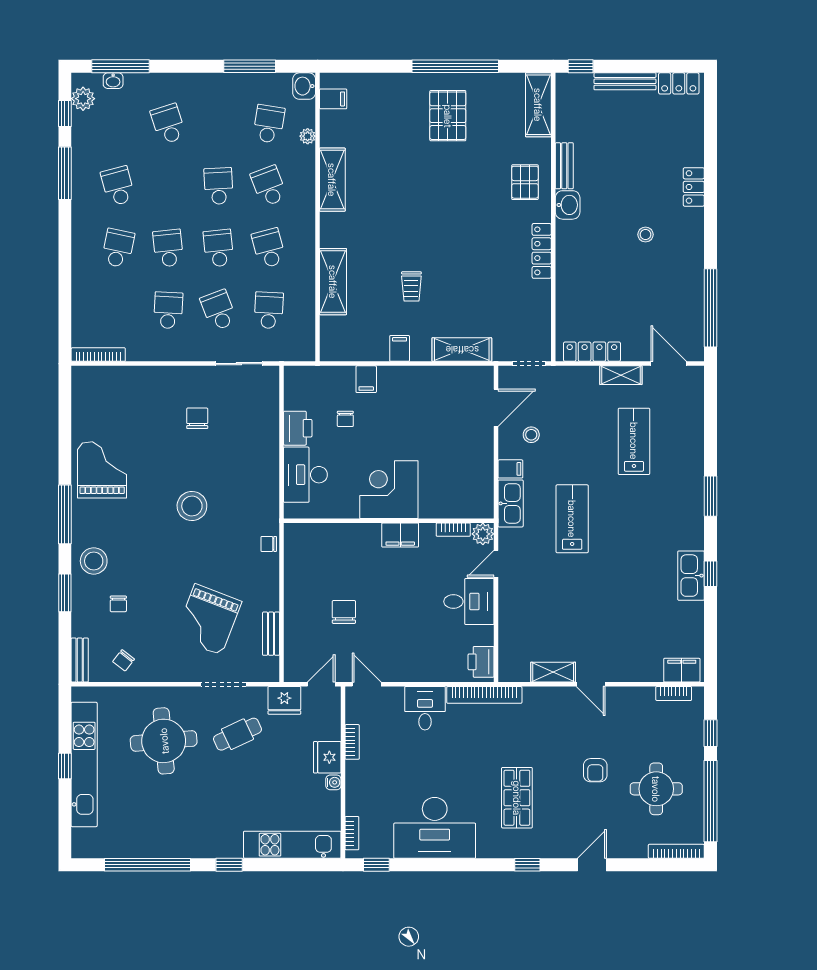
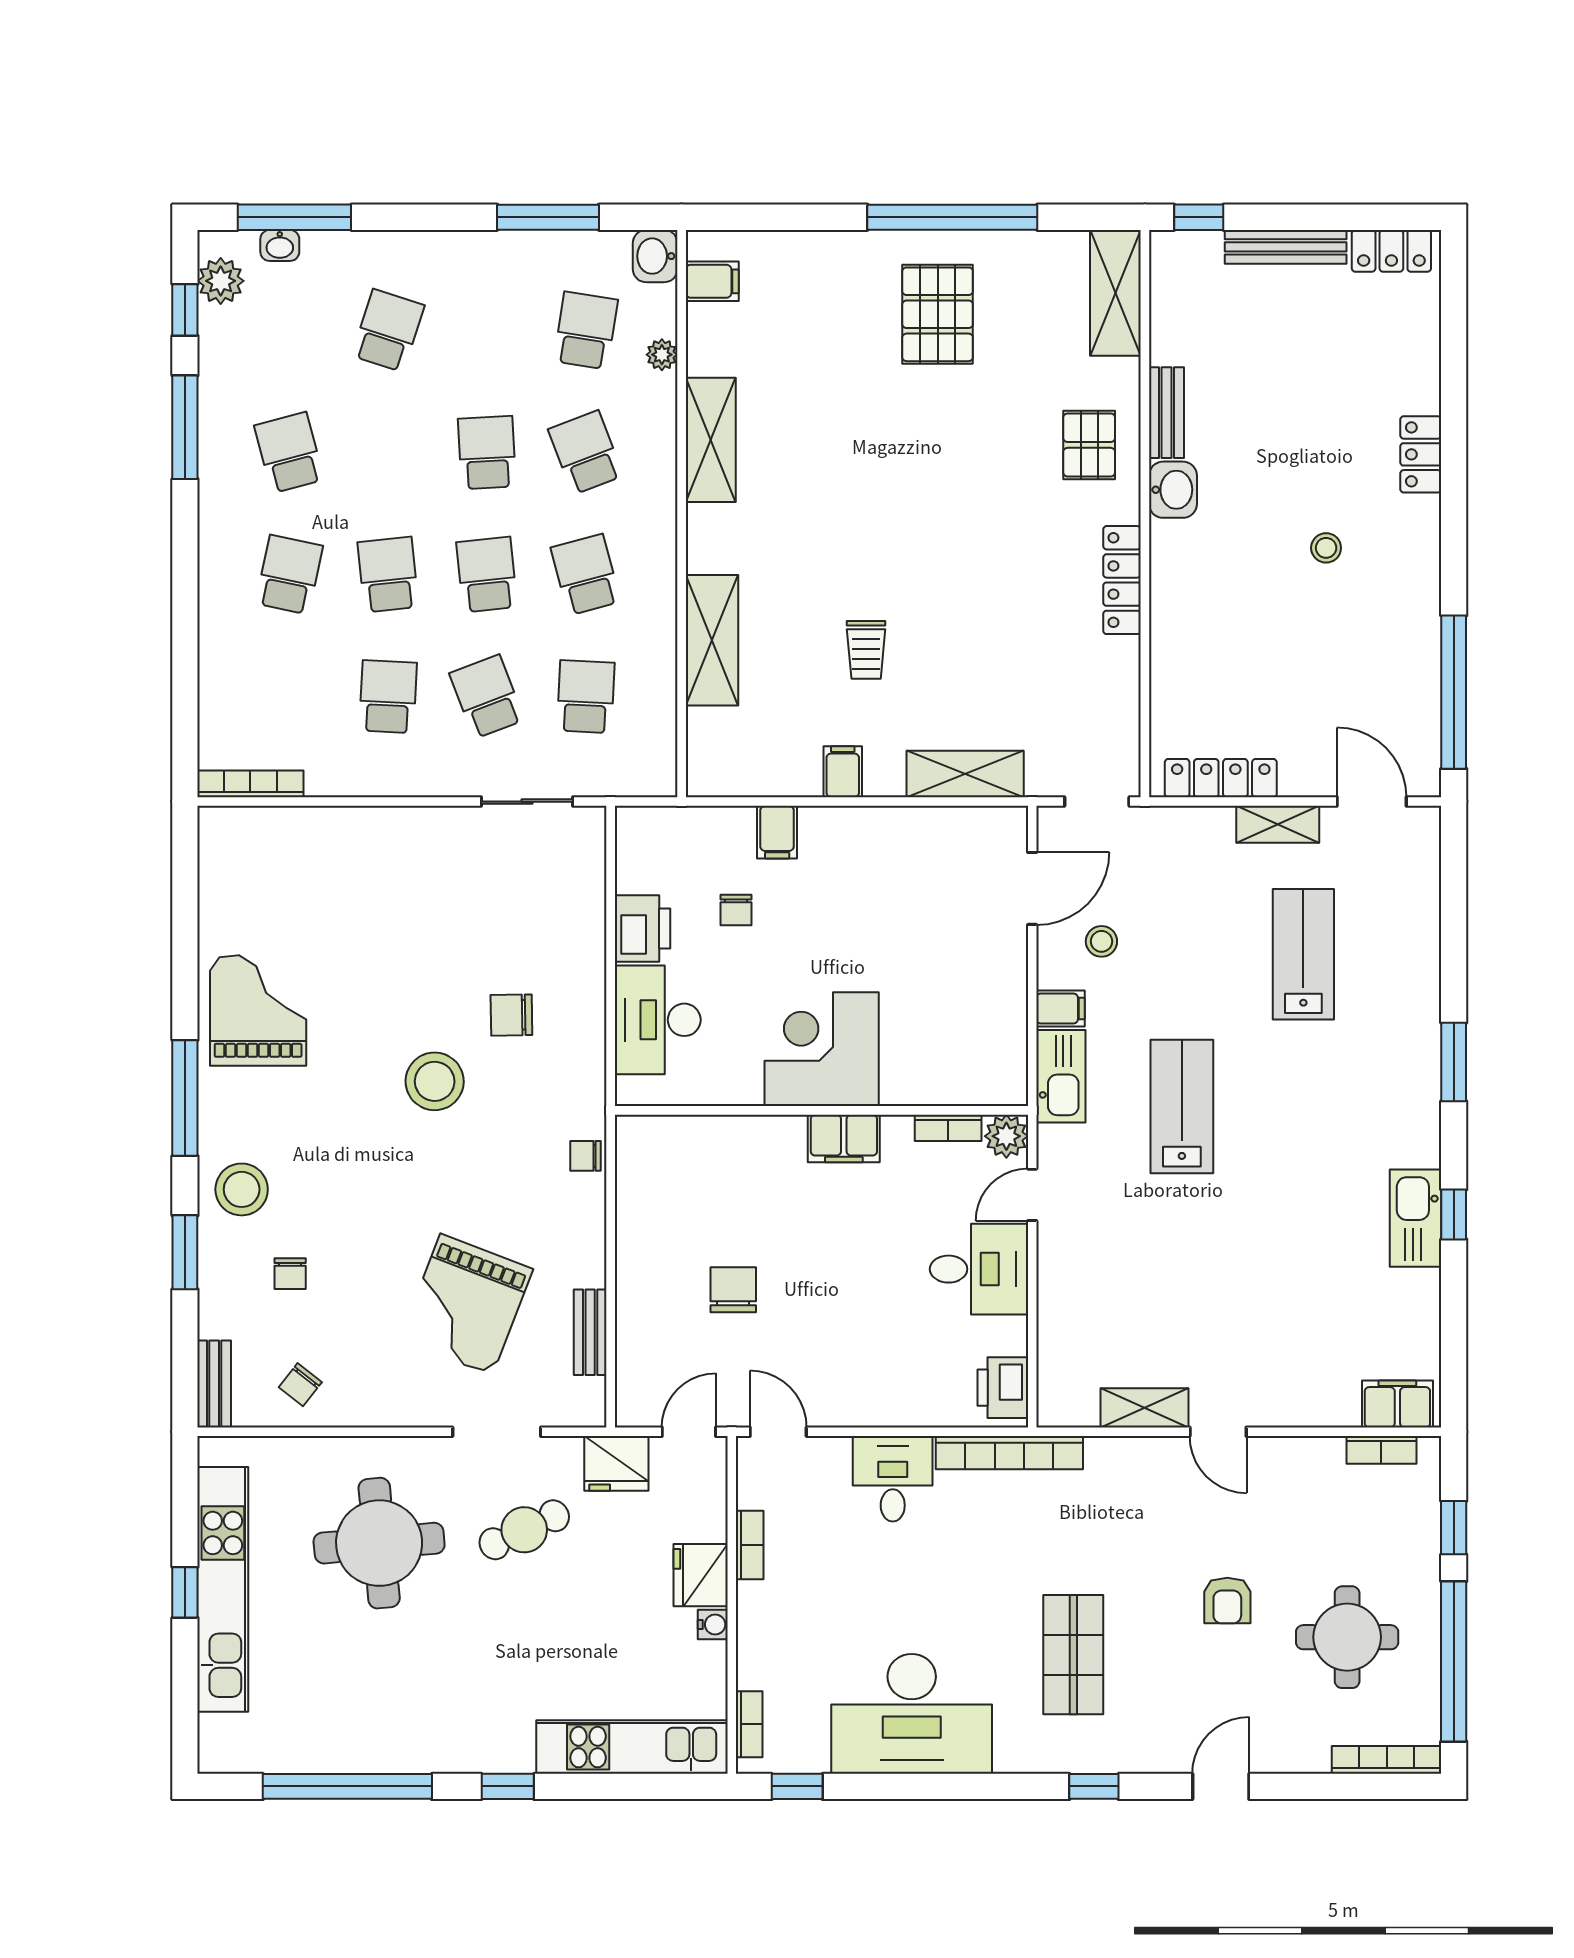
school desk: (168, 124) -> (388, 330), turned 36
chair: (197, 418) -> (511, 1015), moved, turned -91

